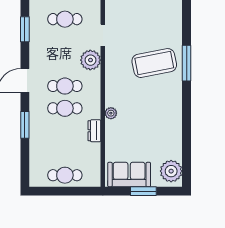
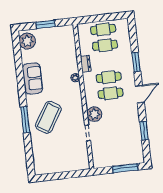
cafe table: (65, 19) -> (105, 45), moved
coffee table: (154, 63) -> (48, 117), turned -47
sofa: (129, 175) -> (32, 78), moved, turned -90

